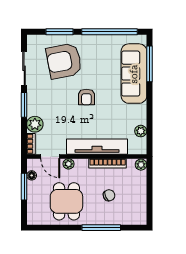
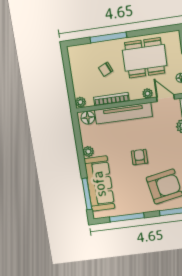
window: (110, 32) -> (127, 217), width x0.68
plant: (141, 131) -> (88, 152), moved
floor lamp: (136, 147) -> (88, 118), added
dining table: (66, 201) -> (145, 58), width x1.38

